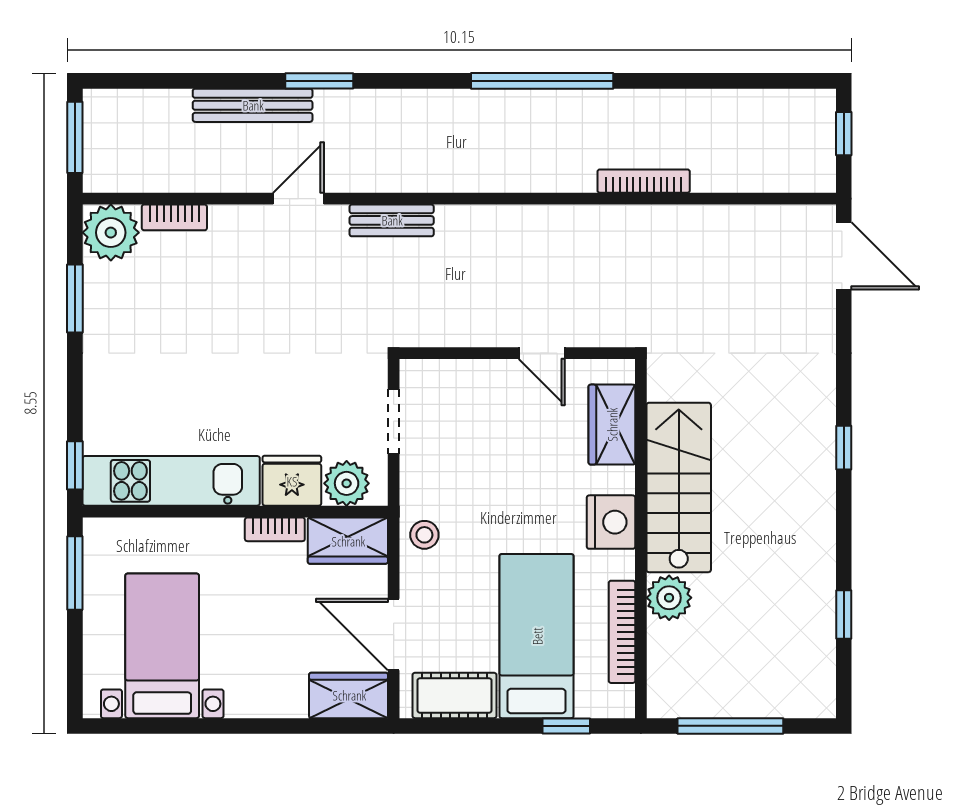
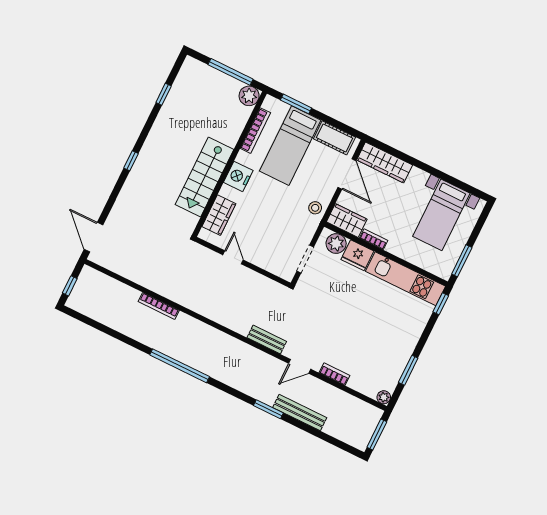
bookcase: (174, 217) -> (334, 374), moved
plant: (111, 233) -> (384, 397), width x0.53, depth x0.53
plant: (669, 598) -> (249, 96), moved
wardrobe: (349, 695) -> (385, 162), width x1.50
window: (566, 726) -> (296, 104), width x1.50

